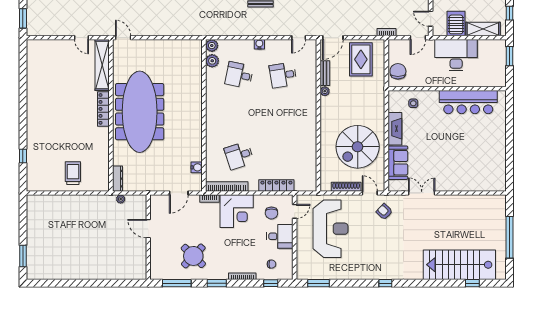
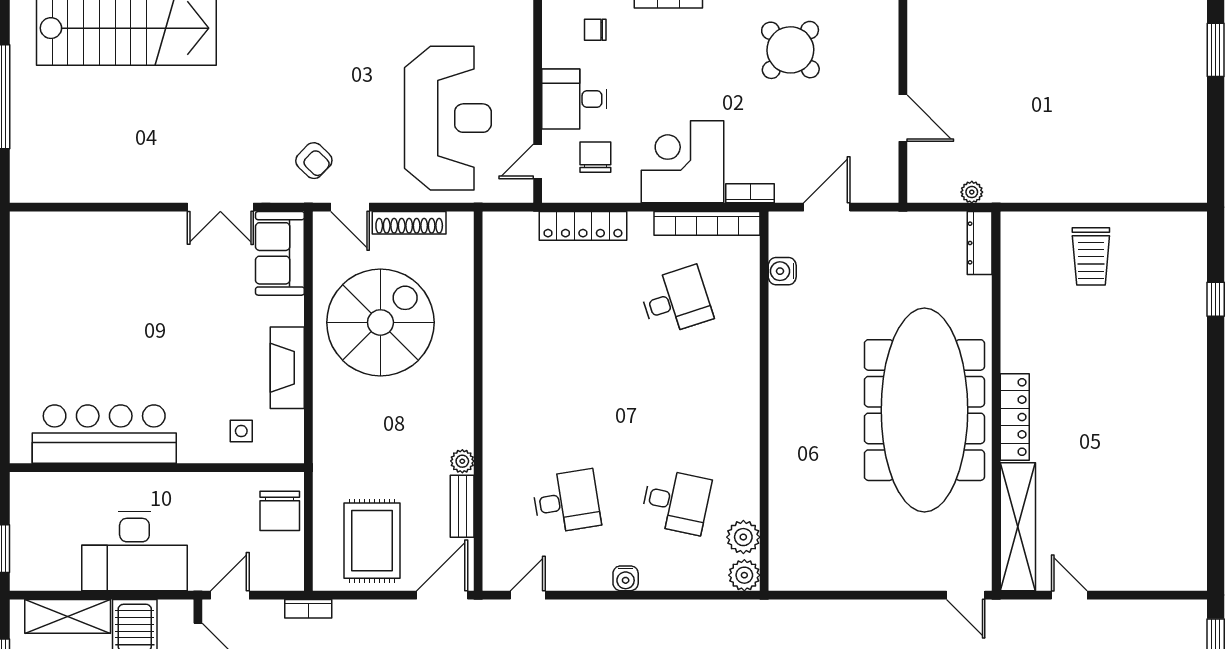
sofa: (398, 163) -> (280, 253), moved
reception desk: (331, 229) -> (448, 118), turned 180

